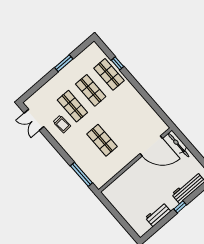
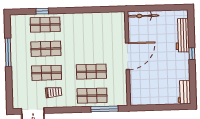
window: (64, 63) -> (8, 52), width x1.44
door: (151, 146) -> (127, 56), moved
shop shelf: (84, 156) -> (92, 96), added
workbench: (158, 215) -> (184, 92), moved

